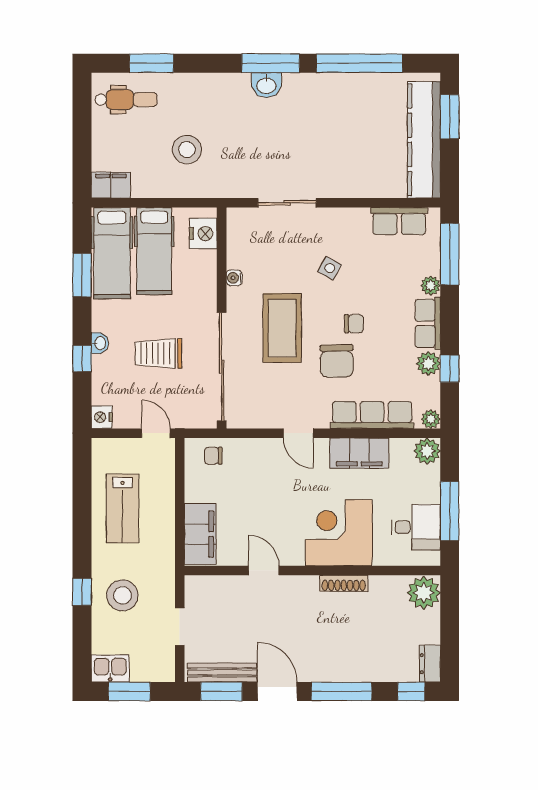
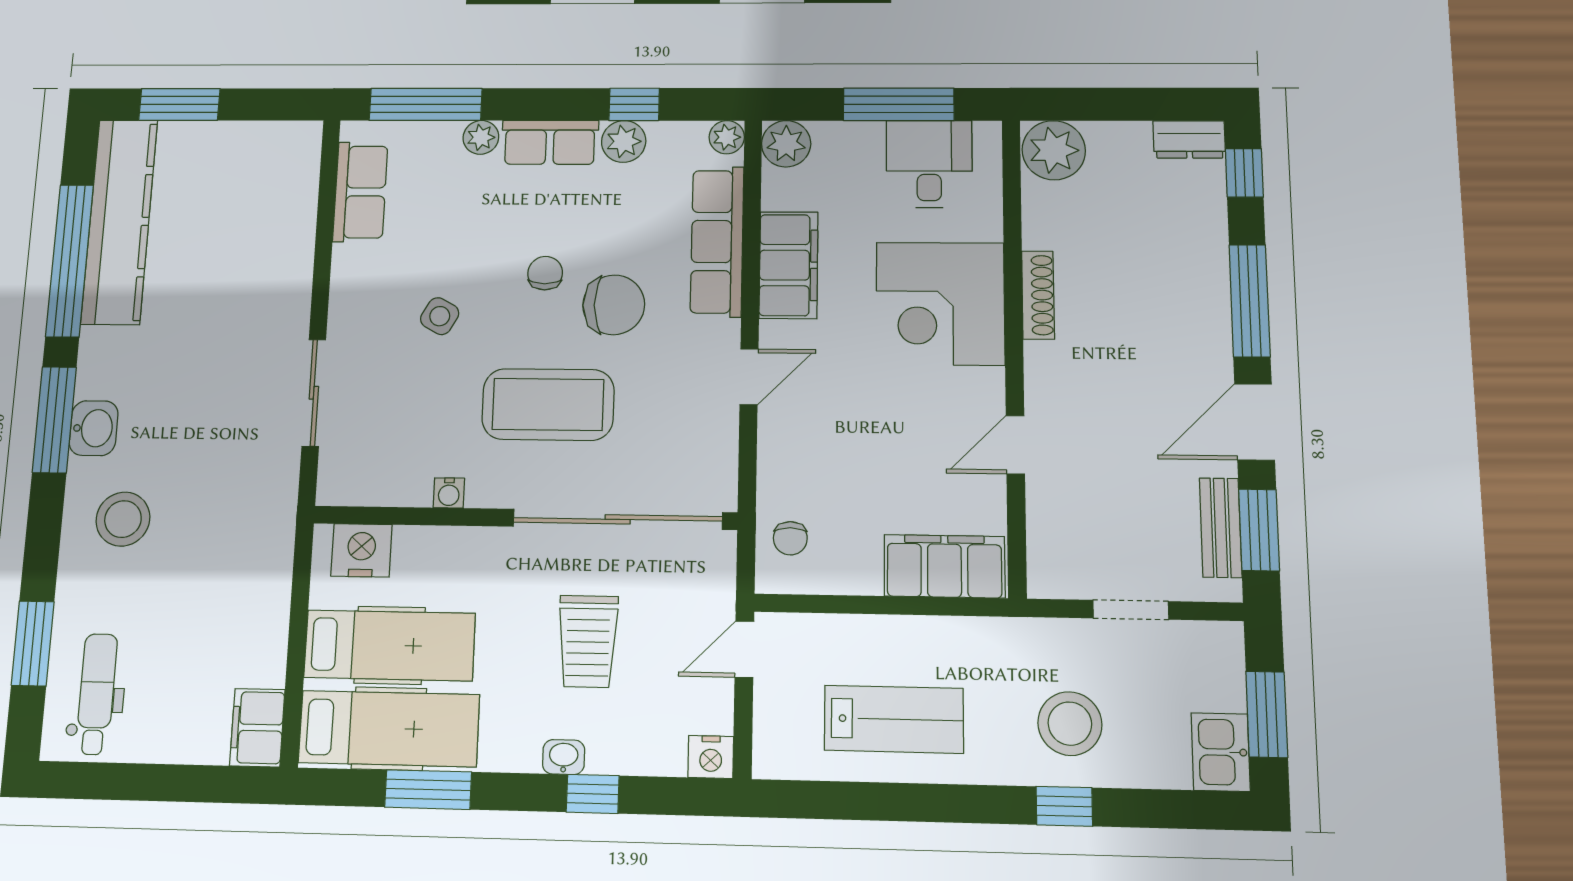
kitchen counter: (424, 140) -> (119, 221), moved, turned -90
stool: (187, 150) -> (123, 519), moved
bench: (222, 673) -> (1221, 528), width x0.73

